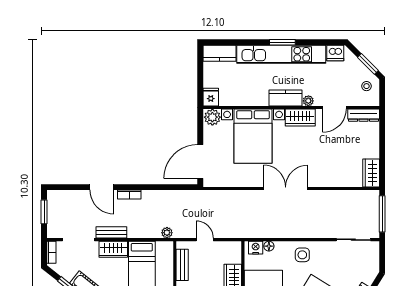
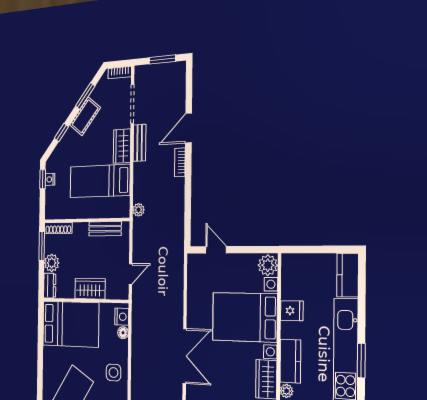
fridge: (211, 97) -> (292, 311), moved
door: (200, 162) -> (216, 250), width x0.53
door: (205, 240) -> (130, 274), moved

